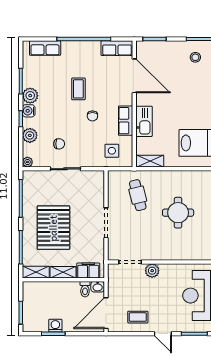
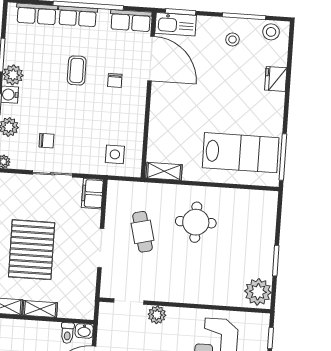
chair: (92, 116) -> (115, 80), moved
row of seats: (126, 121) -> (78, 16), moved, turned -90
kitchen sink: (144, 121) -> (176, 24), moved, turned 90
cafe table: (138, 195) -> (143, 232), moved
round table: (178, 213) -> (196, 222), moved
filing cabinet: (88, 270) -> (92, 194), moved, turned -90

